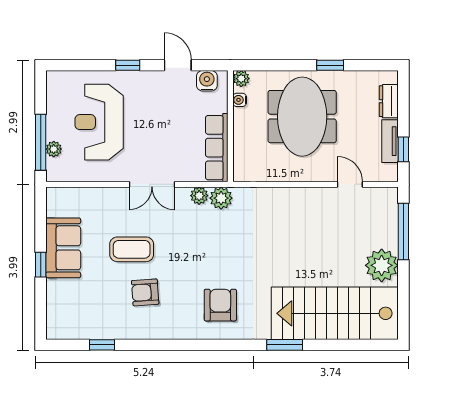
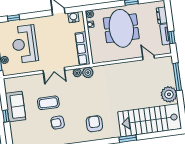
window: (128, 65) -> (13, 18), moved

